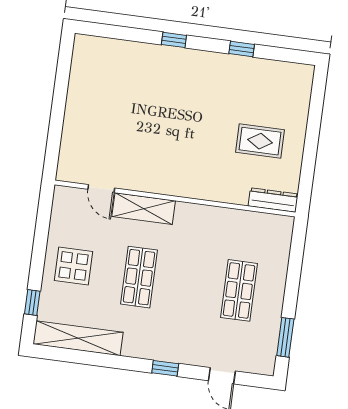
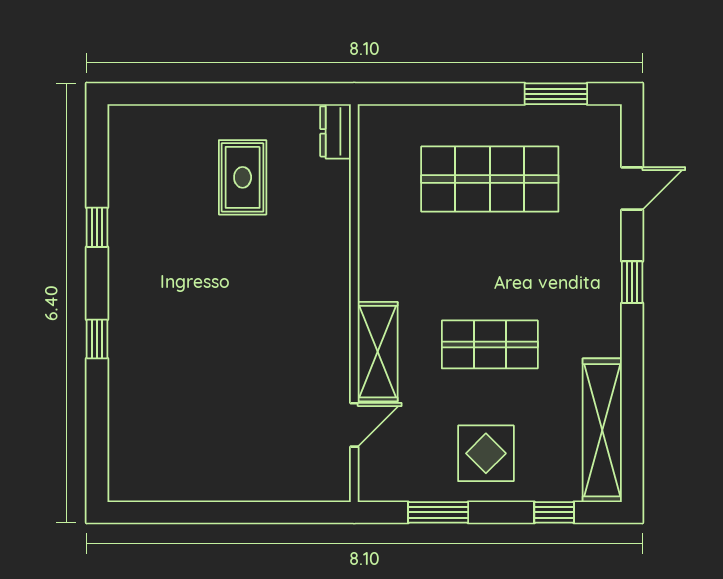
dresser: (273, 200) -> (335, 131), width x0.70
window: (42, 232) -> (438, 512), added
shop shelf: (239, 290) -> (490, 179), width x1.43, depth x1.36

